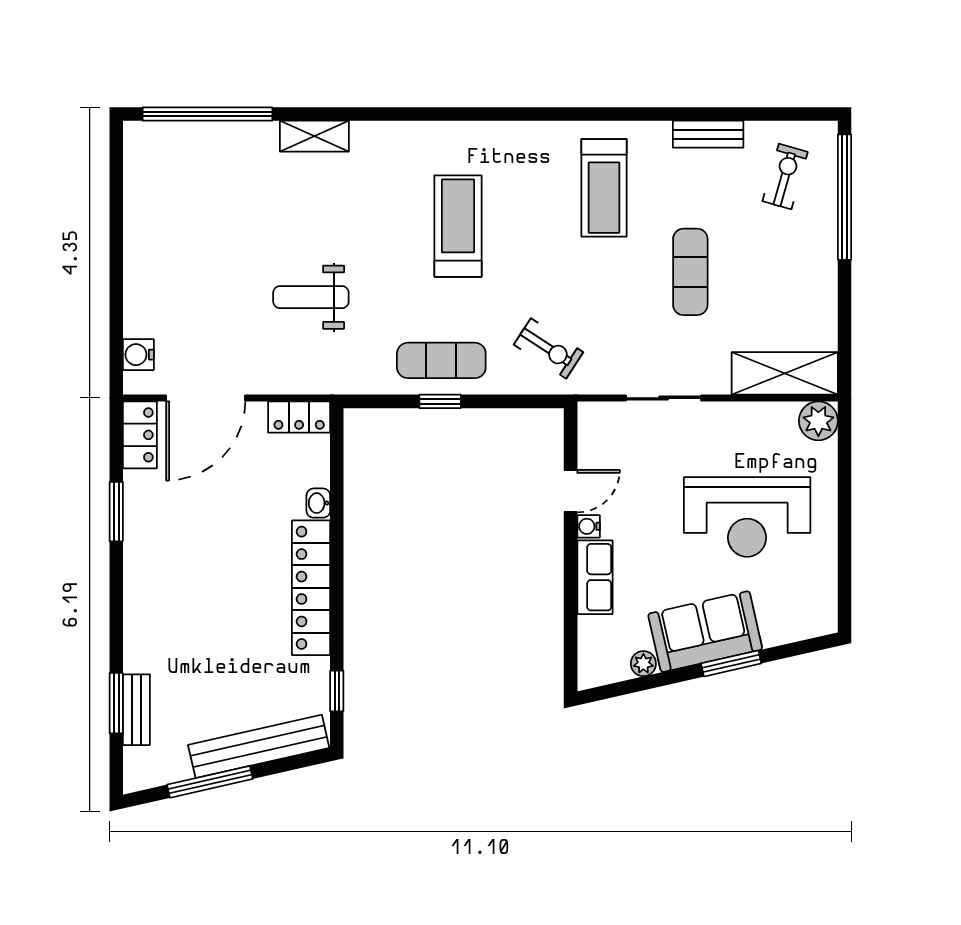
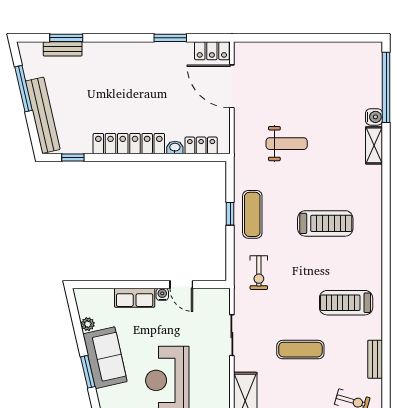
weight bench: (311, 297) -> (287, 144), turned 90
exercise bike: (548, 348) -> (259, 273), turned -33
water cooler: (138, 355) -> (374, 117), moved, turned 90
locker: (299, 417) -> (201, 145), moved, turned 90

